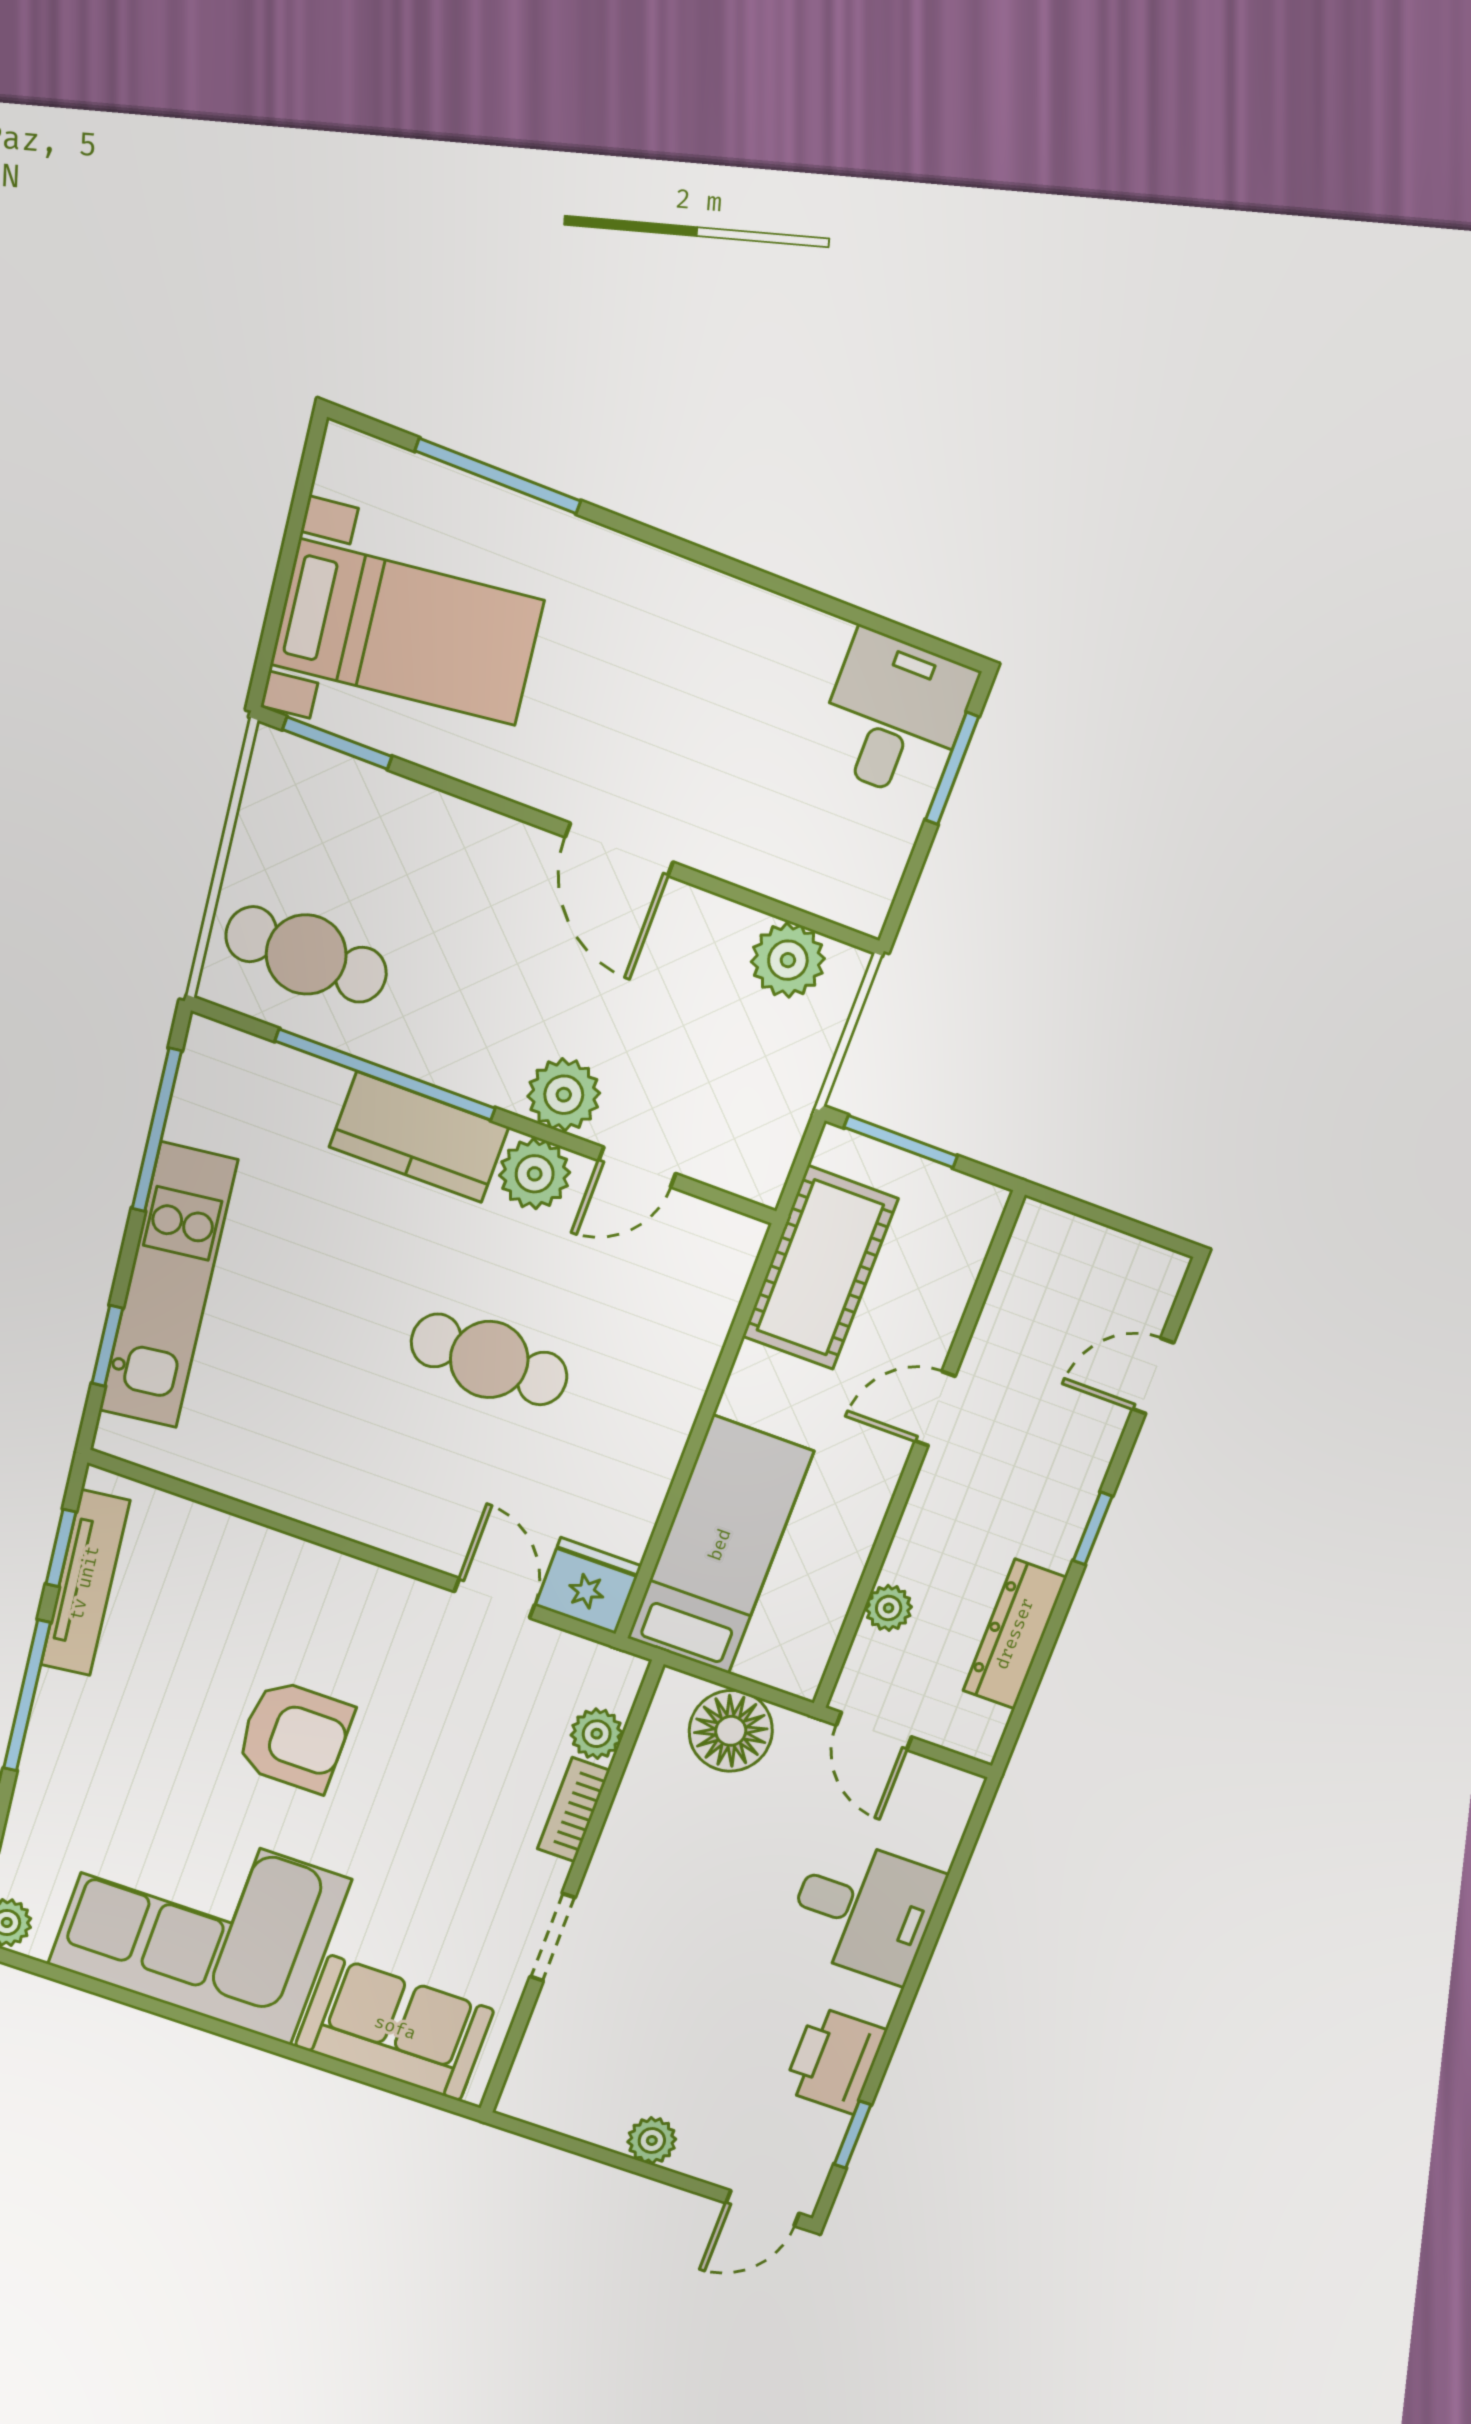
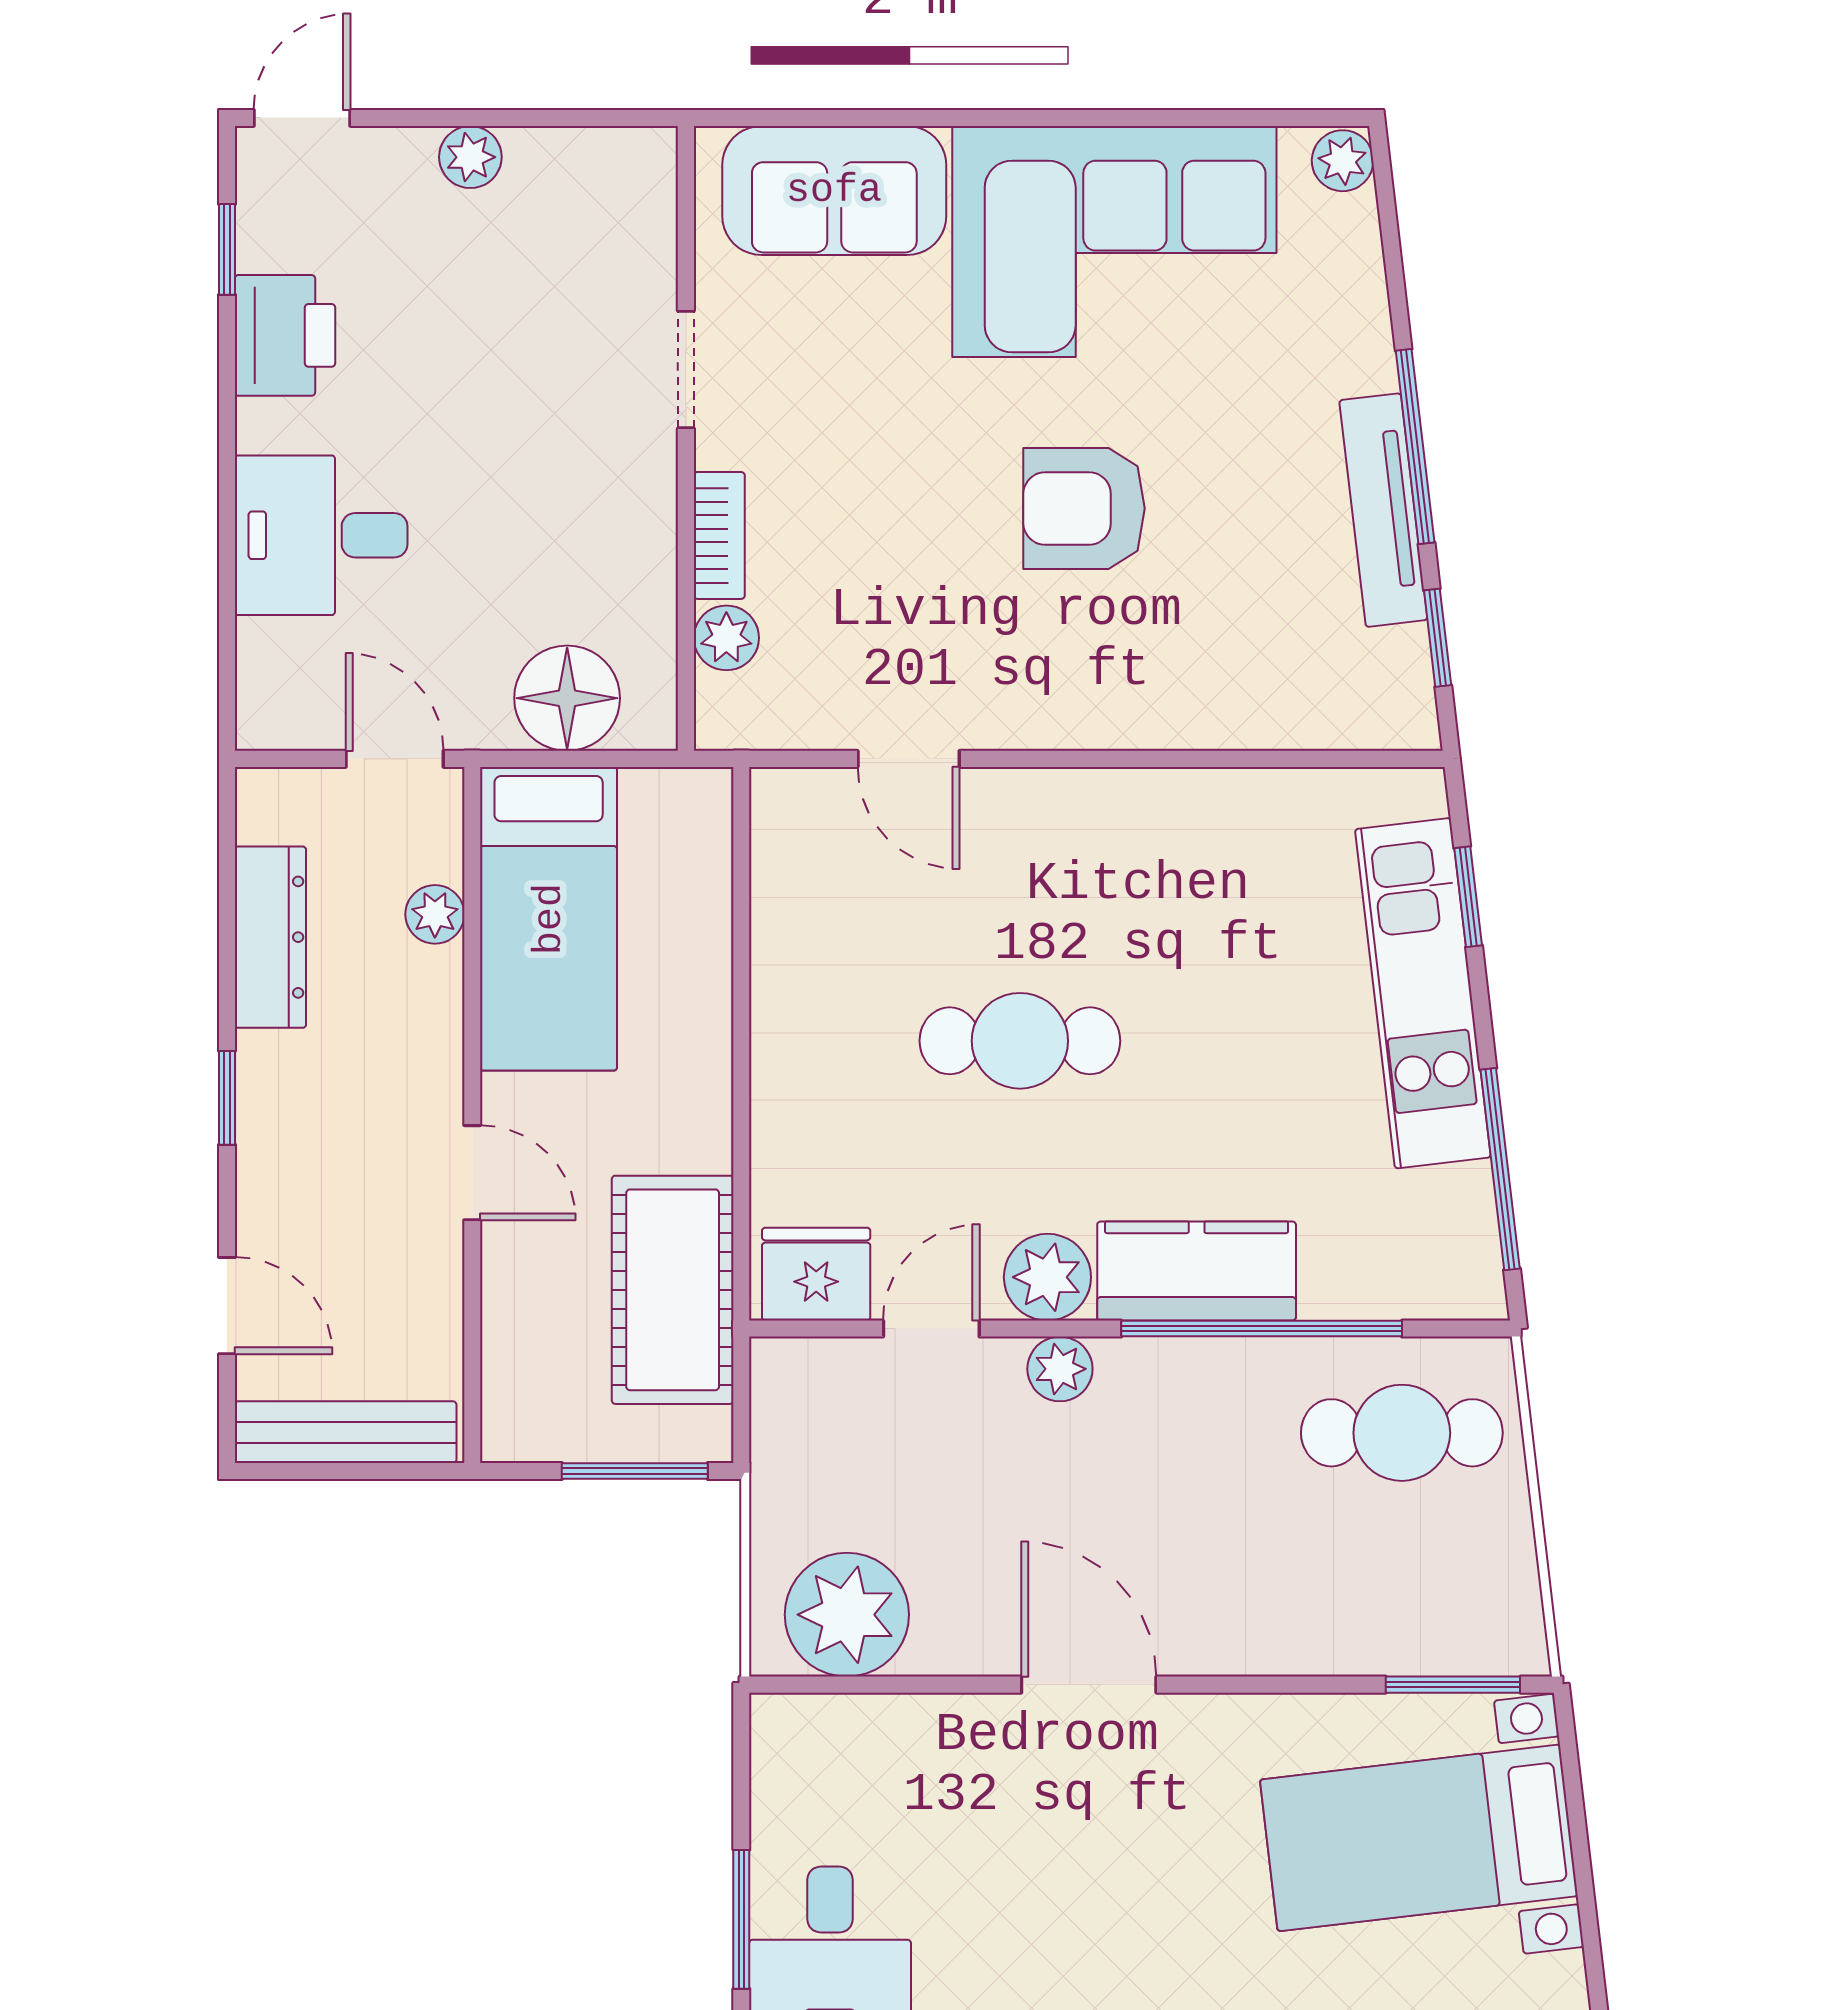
plant: (788, 960) -> (847, 1615), width x1.36, depth x1.36
plant: (564, 1095) -> (1060, 1369), width x0.73, depth x0.73
bench: (1103, 1250) -> (346, 1432), added
door: (1153, 1376) -> (227, 1306), hinge flipped
door: (935, 1409) -> (472, 1173), hinge flipped
bed: (720, 1545) -> (549, 919), moved
tv unit: (85, 1583) -> (1383, 510), moved
fridge: (588, 1586) -> (816, 1274), moved, turned 180

